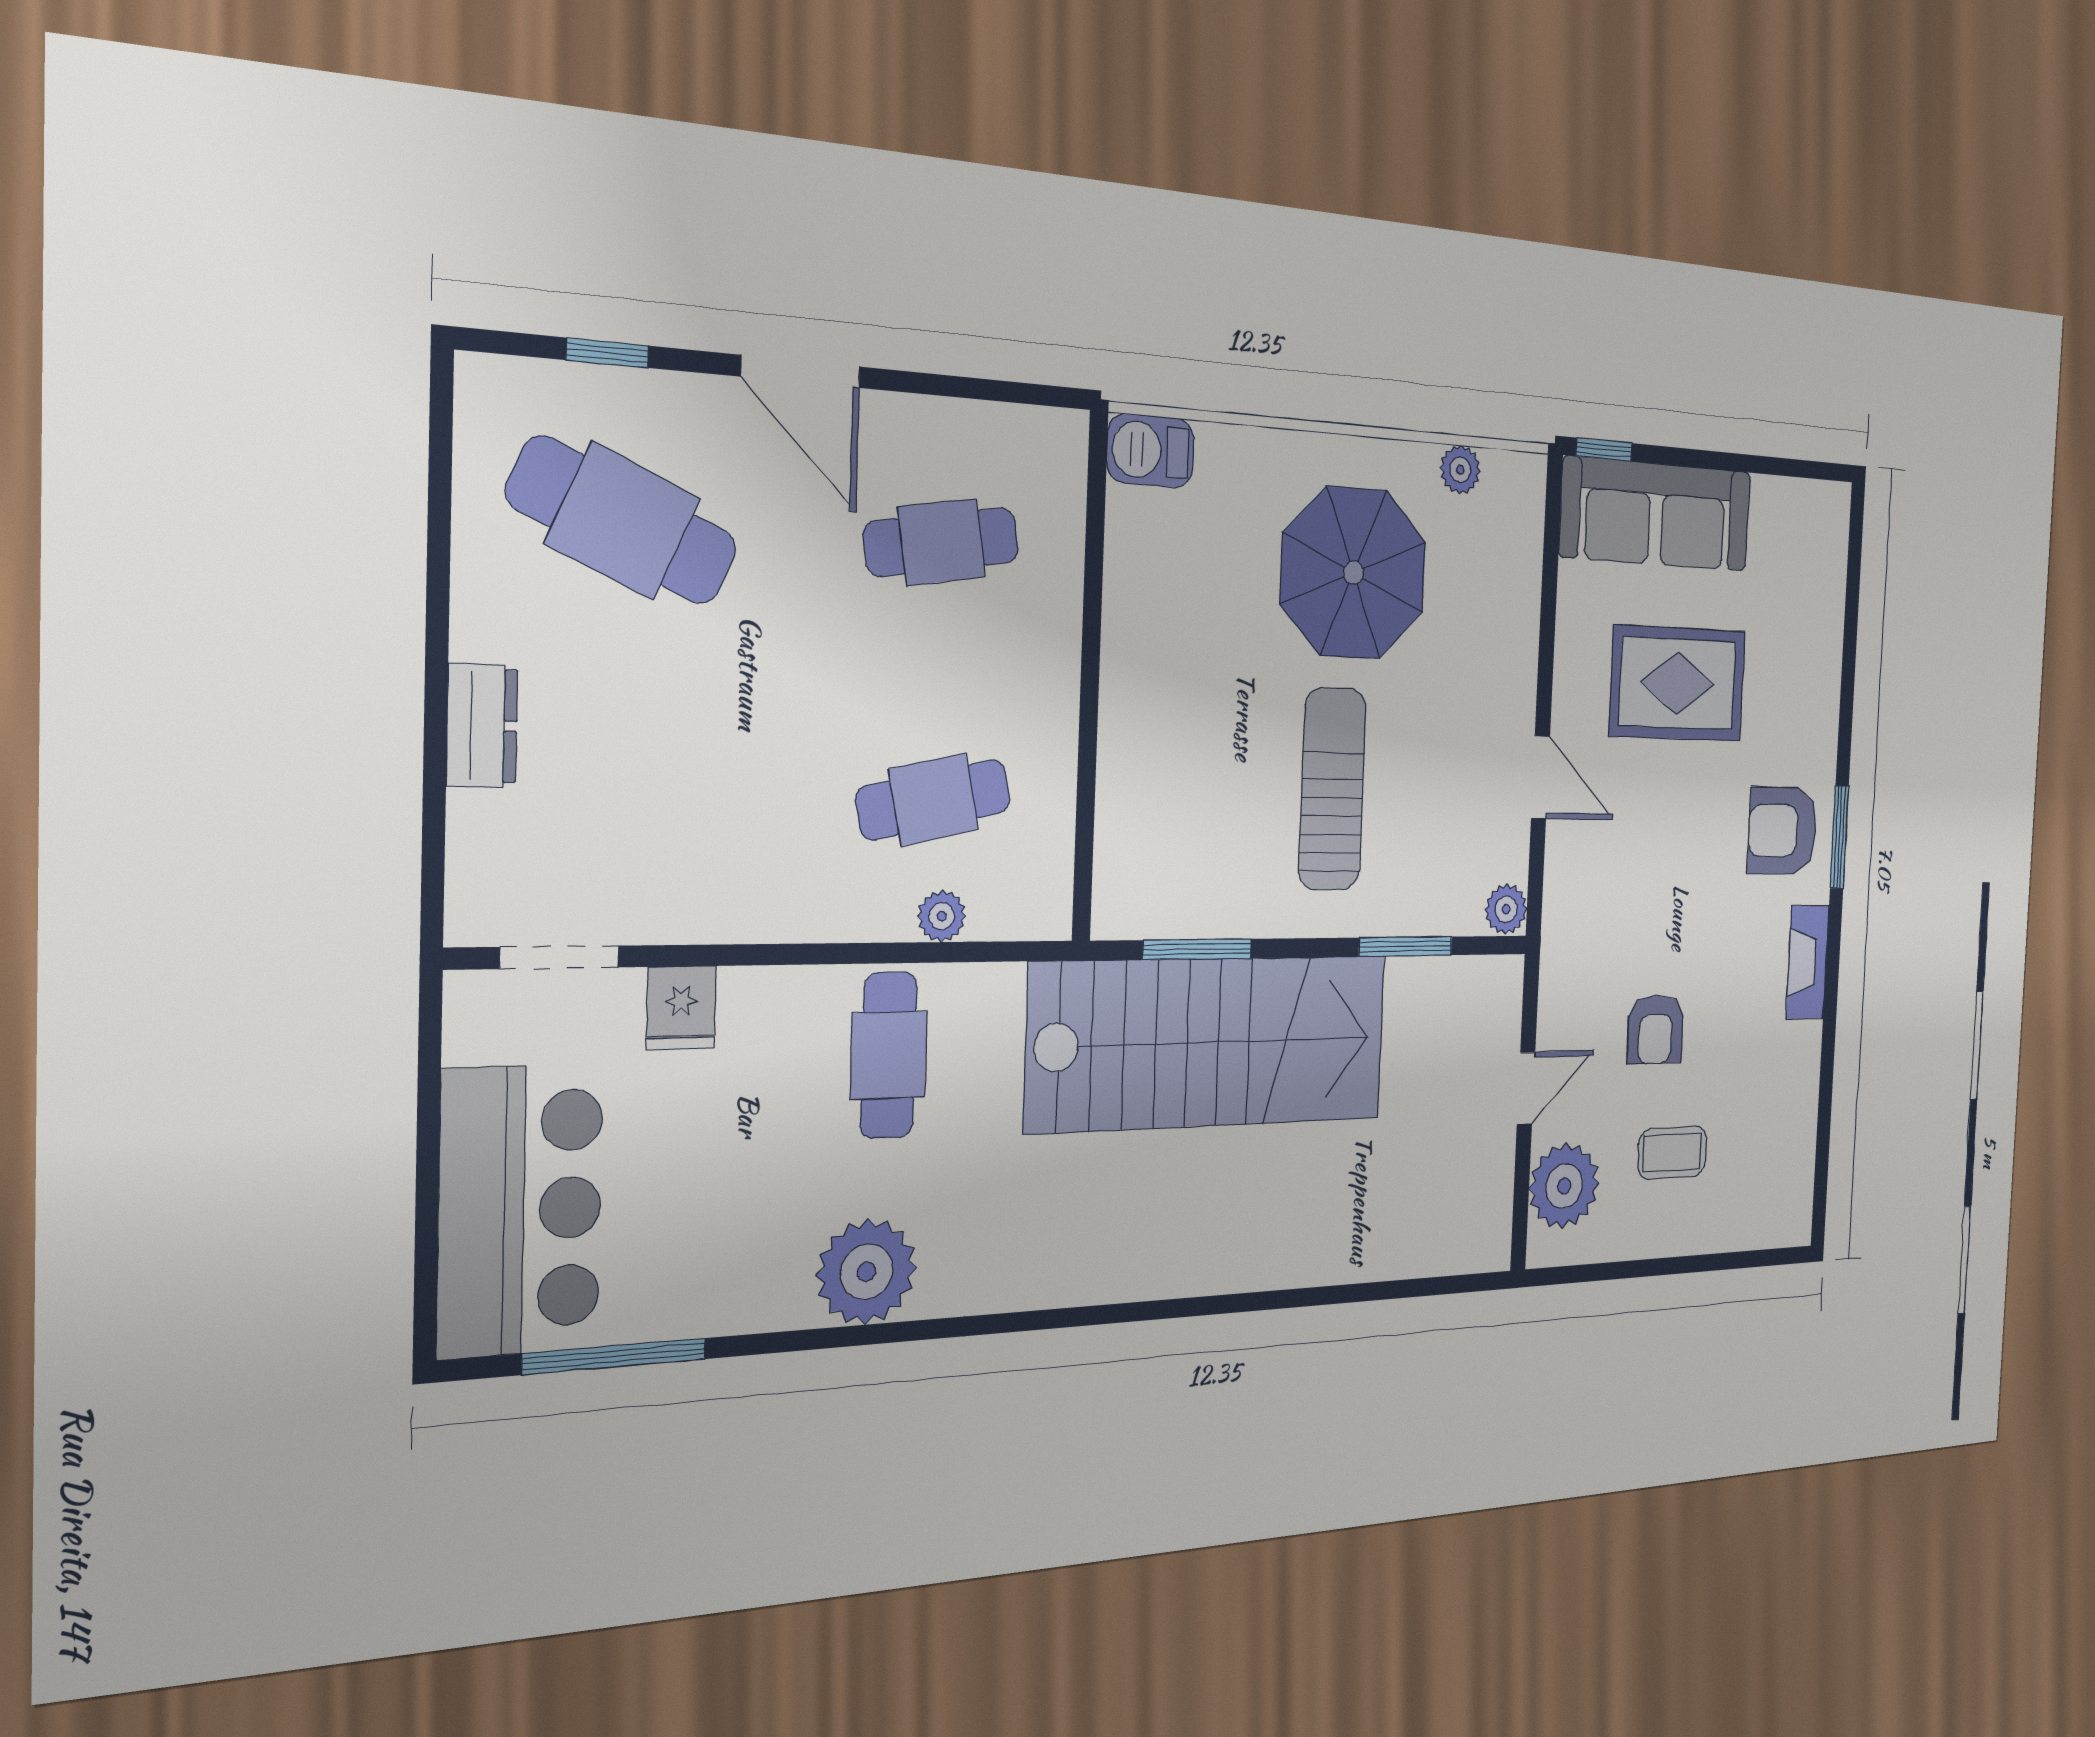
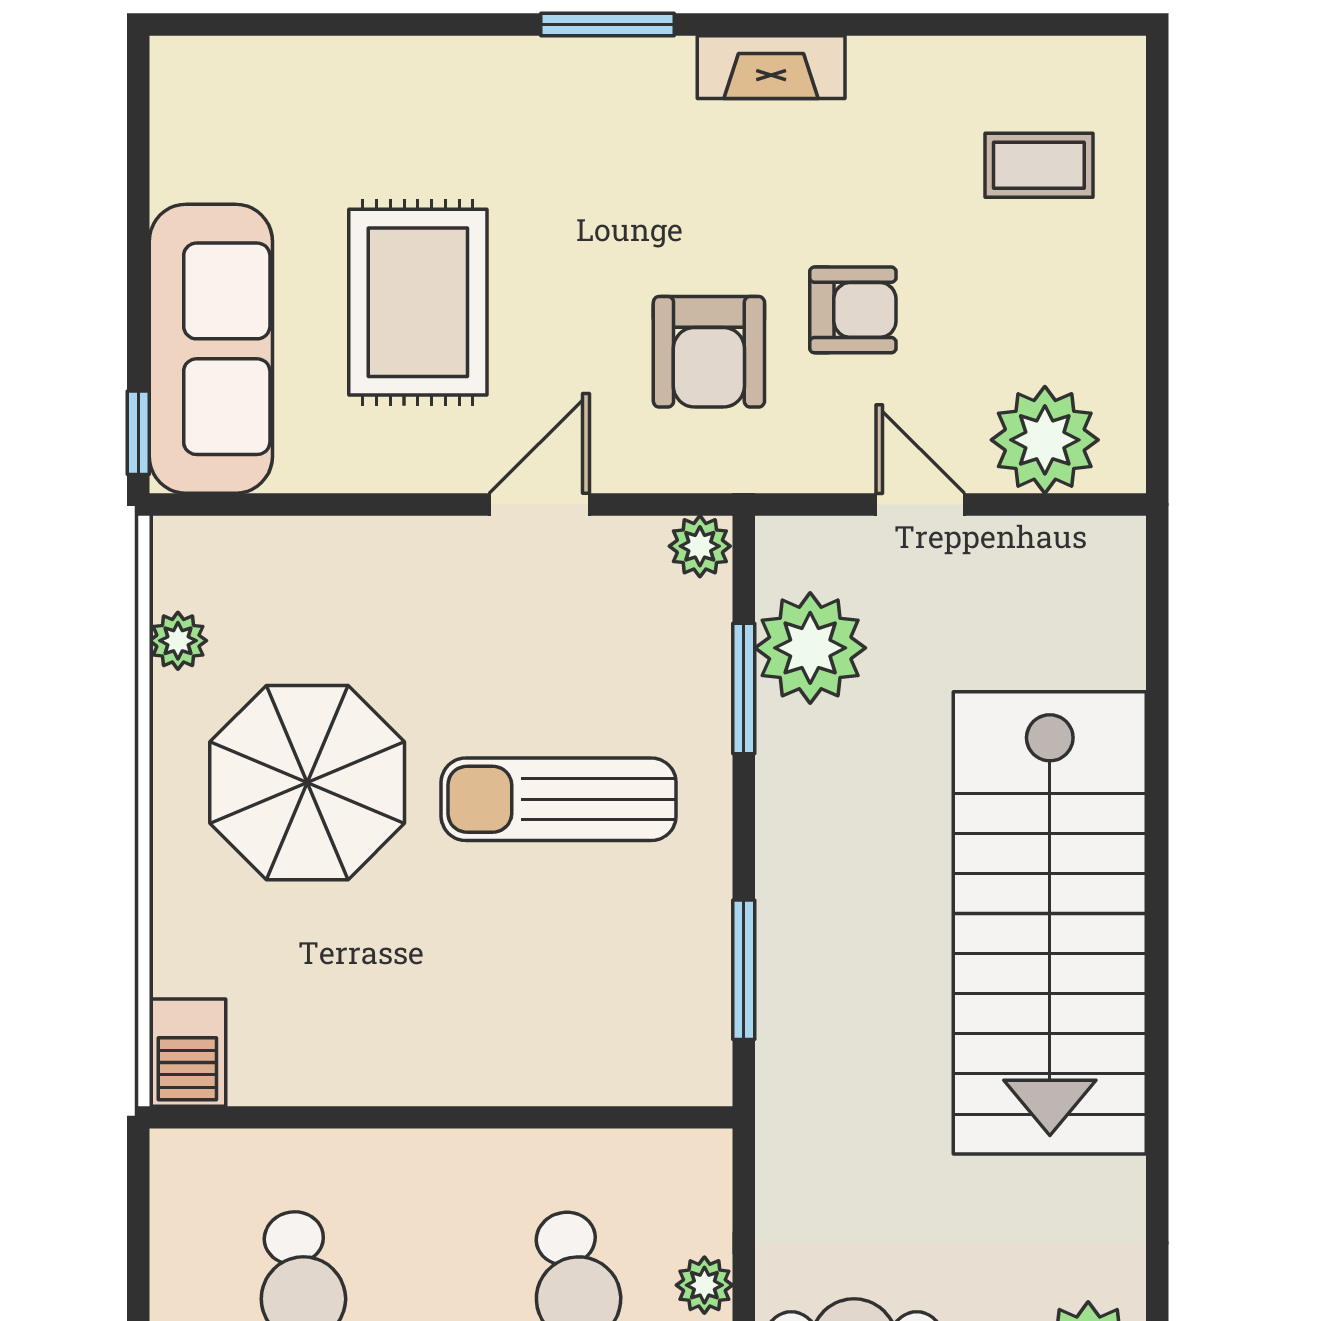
armchair: (1782, 831) -> (709, 352), moved
plant: (1432, 1001) -> (810, 648), added
stairs: (1210, 1042) -> (1050, 923), moved, turned 180
coffee table: (1672, 1153) -> (1039, 165), moved, turned 90

